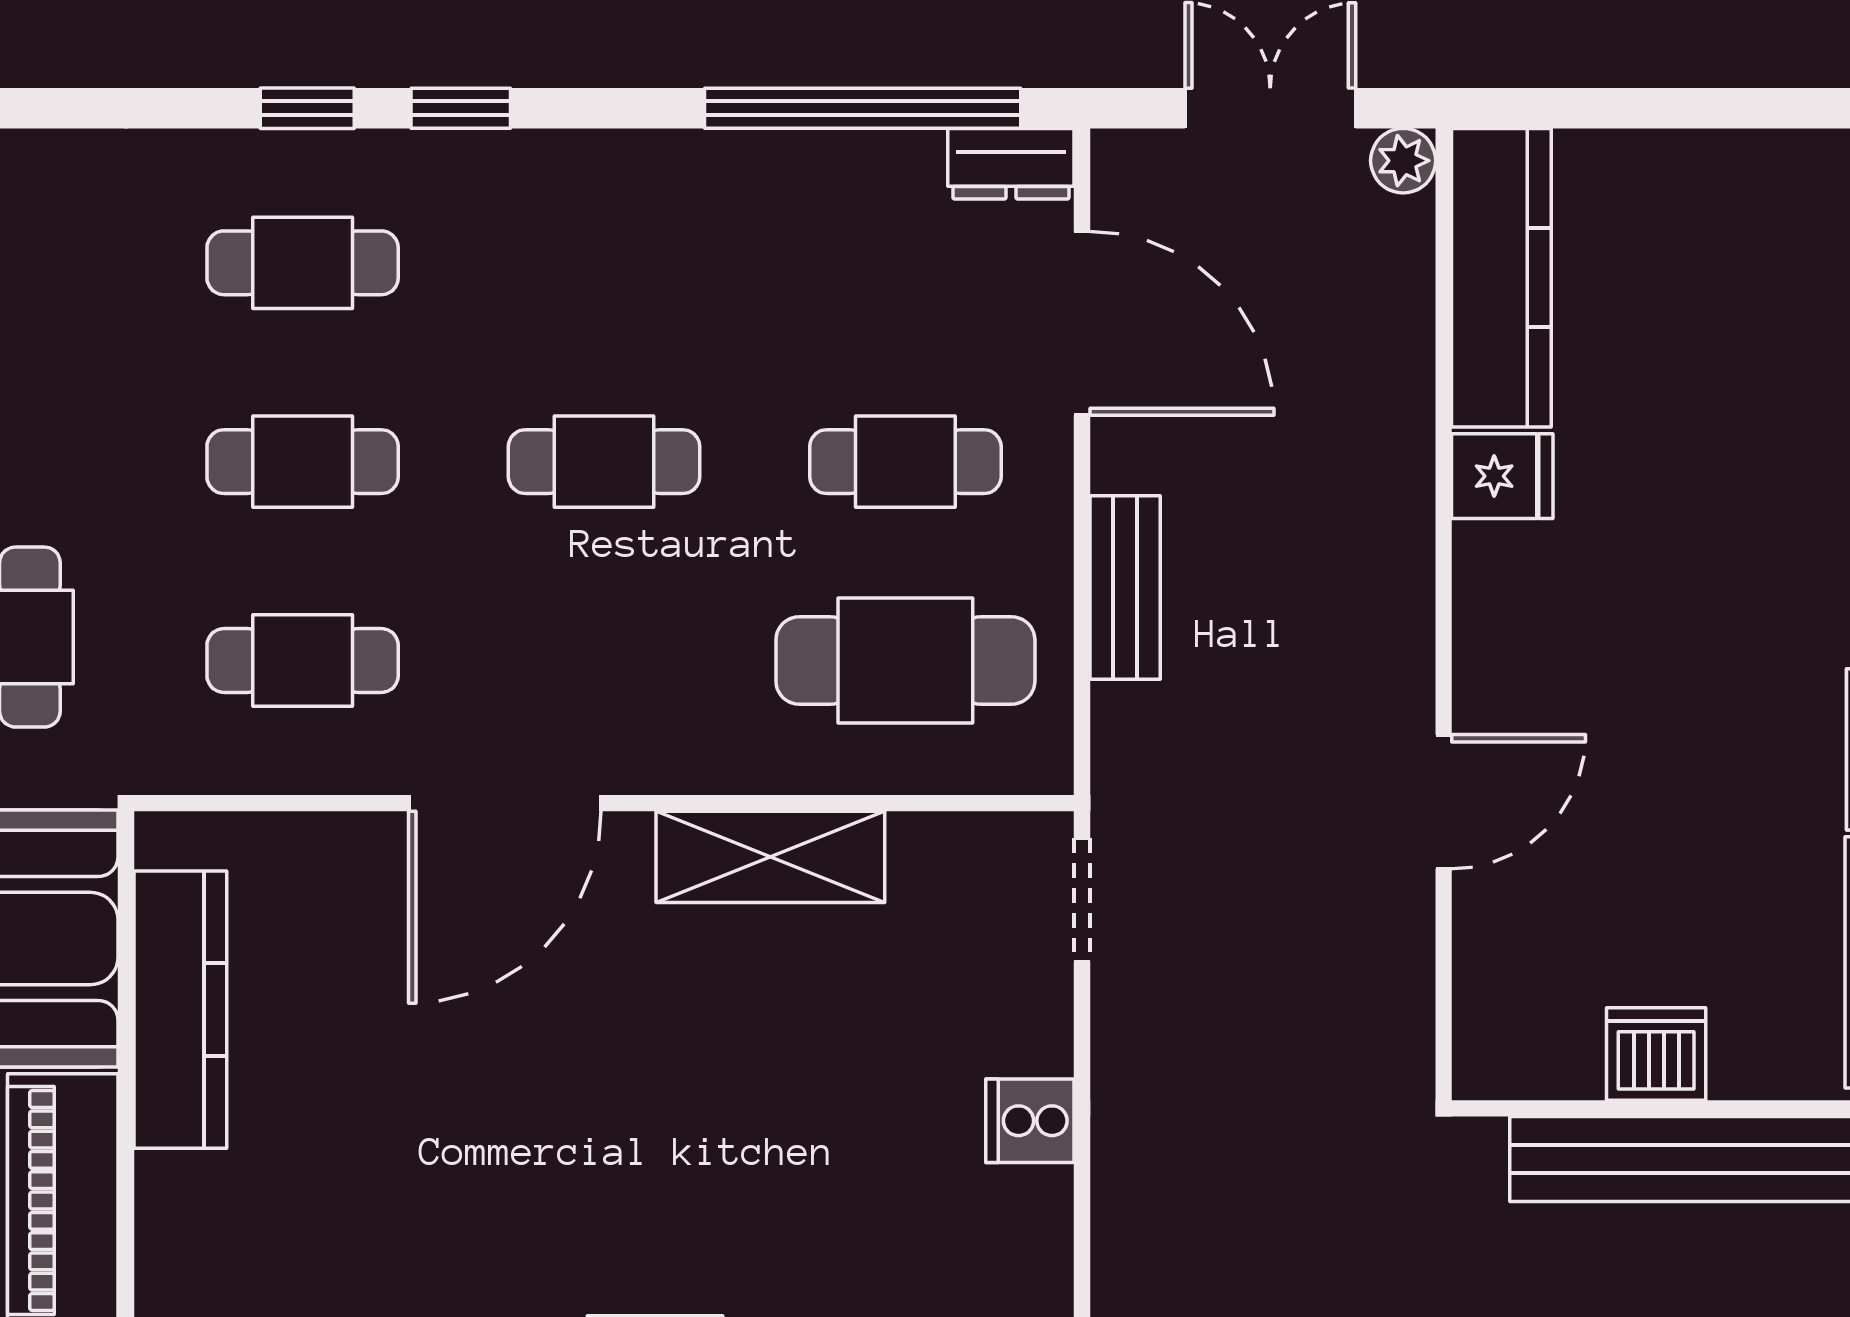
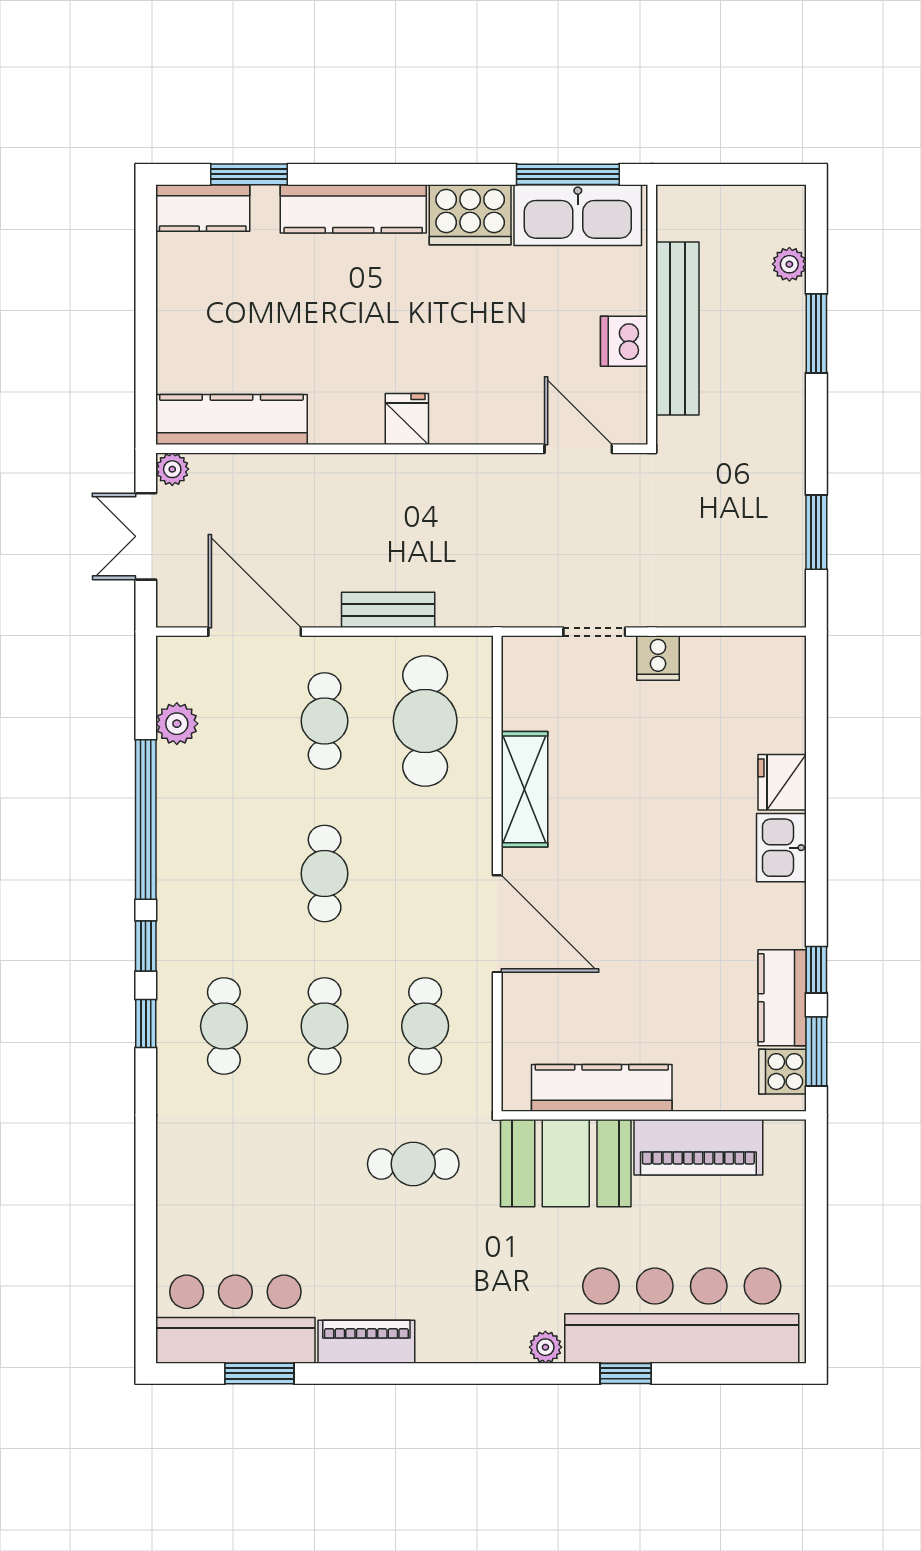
window: (863, 108) -> (146, 819), moved
dresser: (1011, 164) -> (174, 668), removed
plant: (900, 170) -> (177, 724), added
door: (1082, 323) -> (255, 632), hinge flipped
fridge: (1502, 476) -> (407, 419), moved
door: (1444, 802) -> (578, 449), moved
doorway: (1082, 900) -> (594, 632), moved

